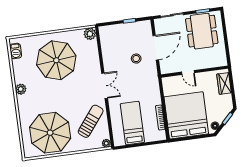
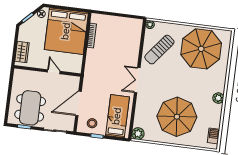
stool: (136, 59) -> (92, 123), moved
bed: (132, 123) -> (117, 116), moved, turned 180

